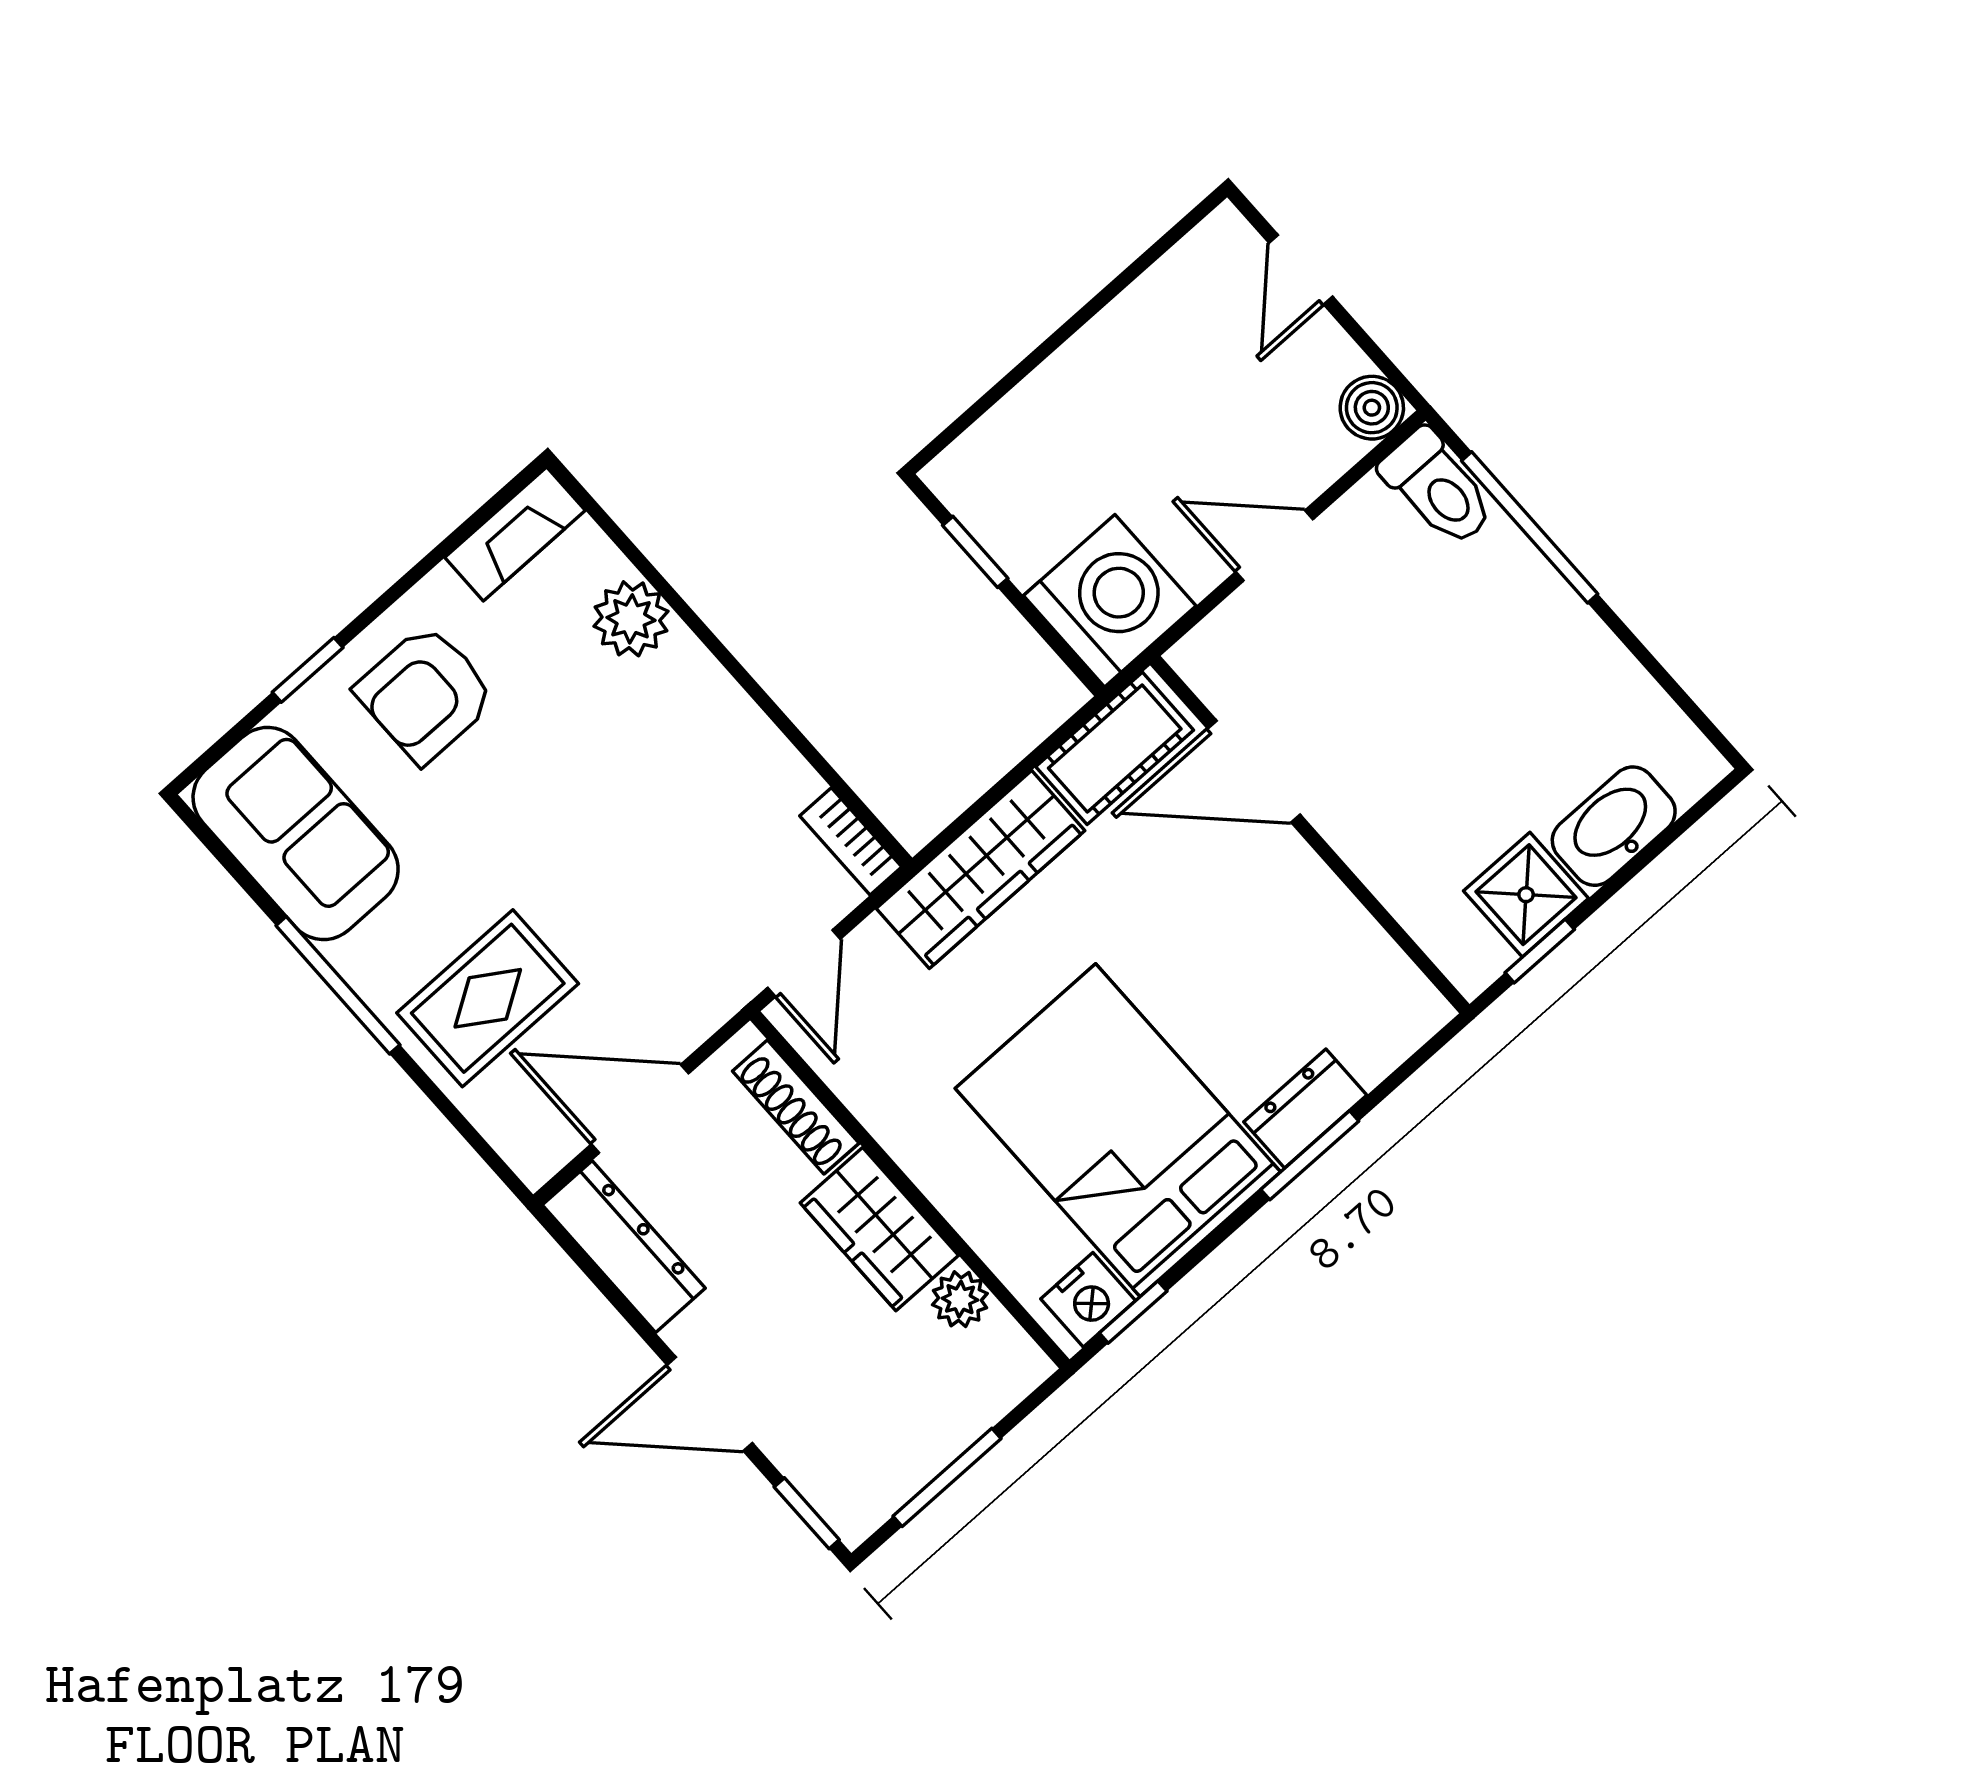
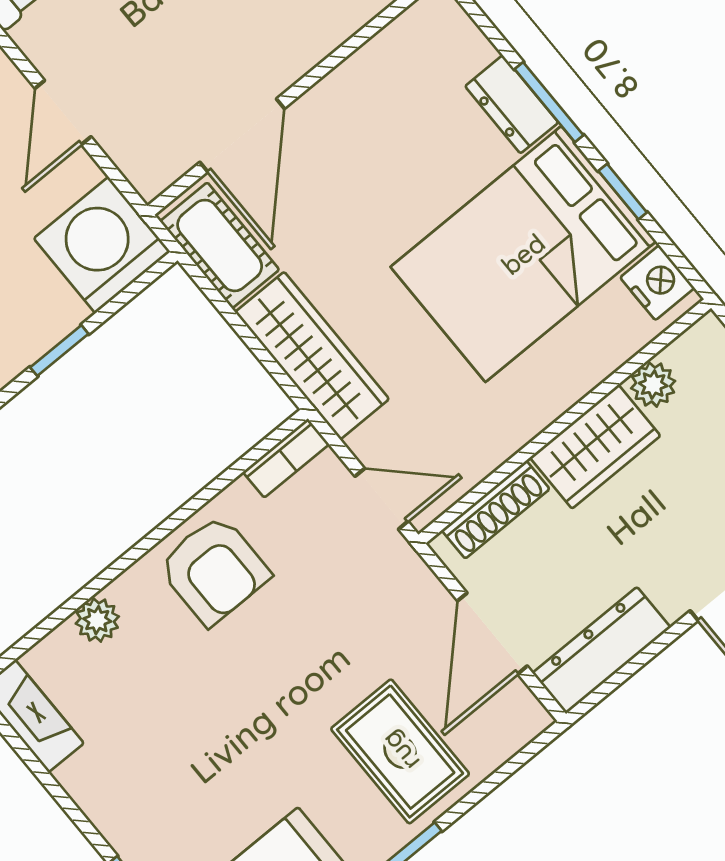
plant: (631, 619) -> (97, 620), width x0.73, depth x0.73
armchair: (426, 694) -> (214, 570), moved
window: (1133, 1312) -> (623, 192), moved

